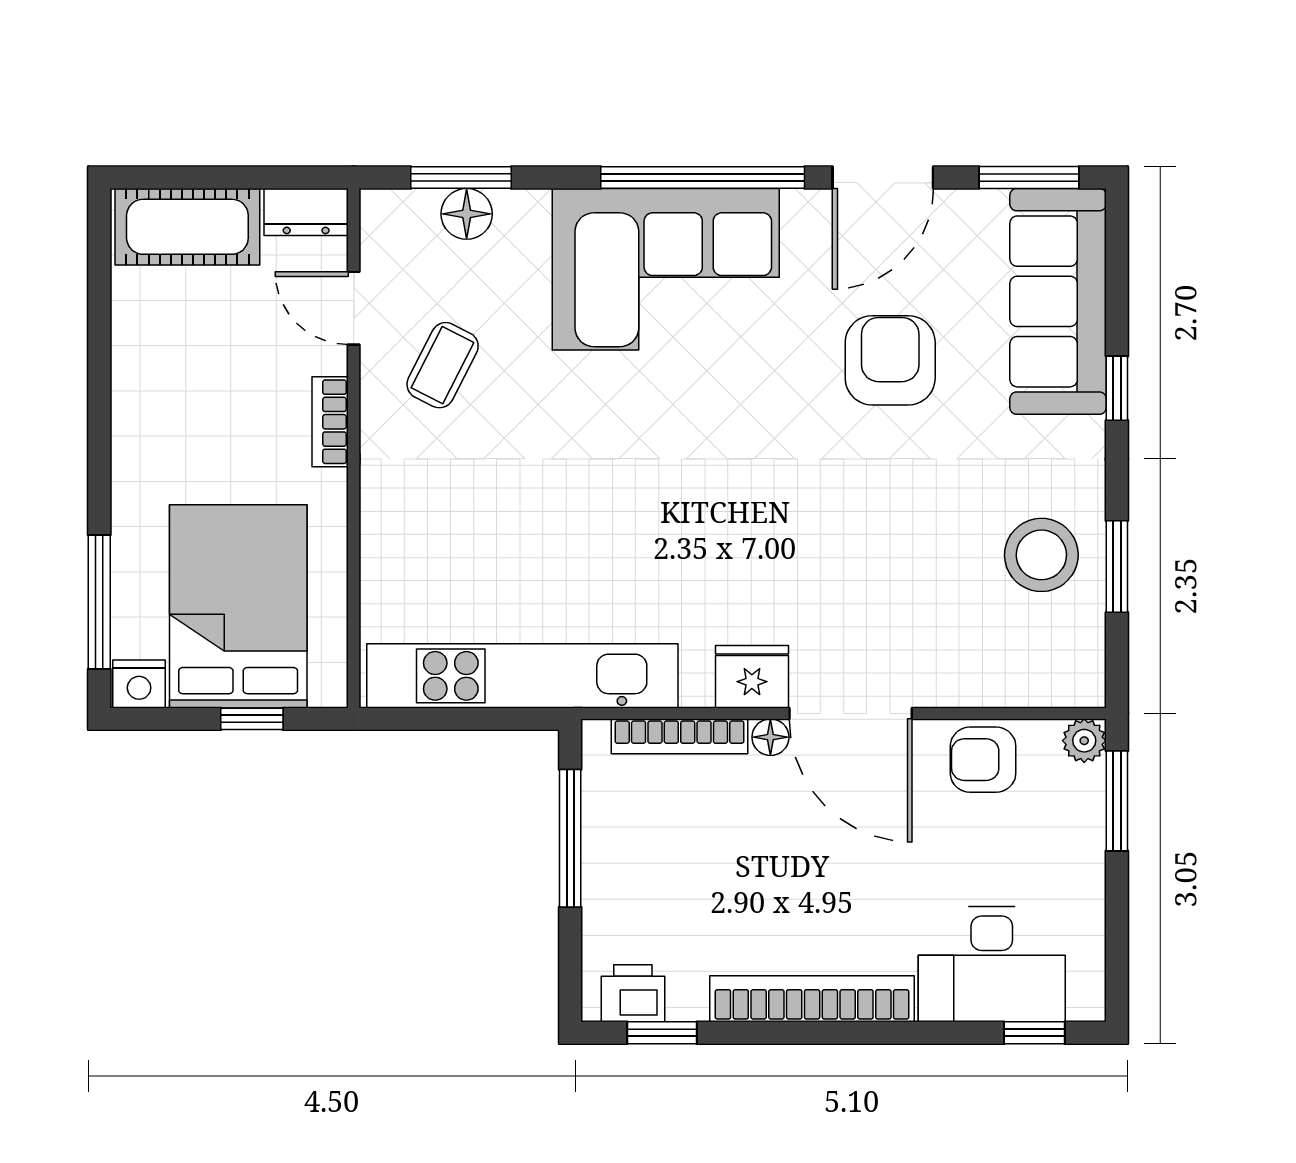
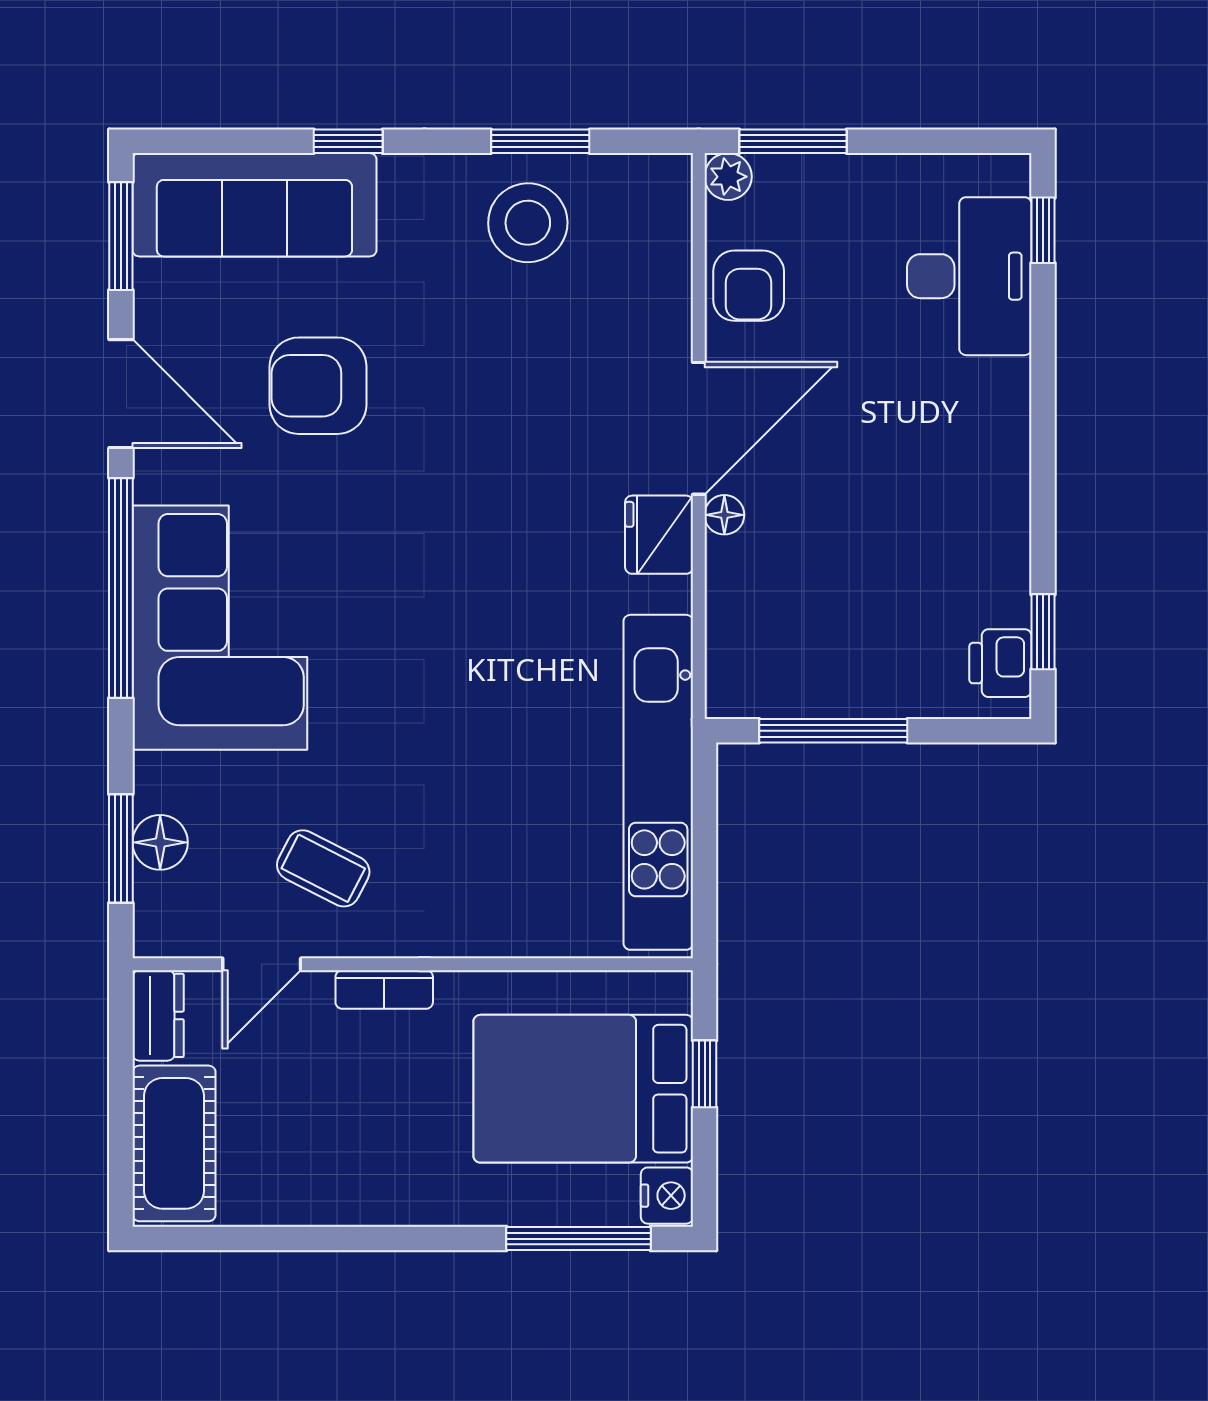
bookcase: (680, 736) -> (723, 613), removed
bookcase: (812, 999) -> (1006, 470), removed

